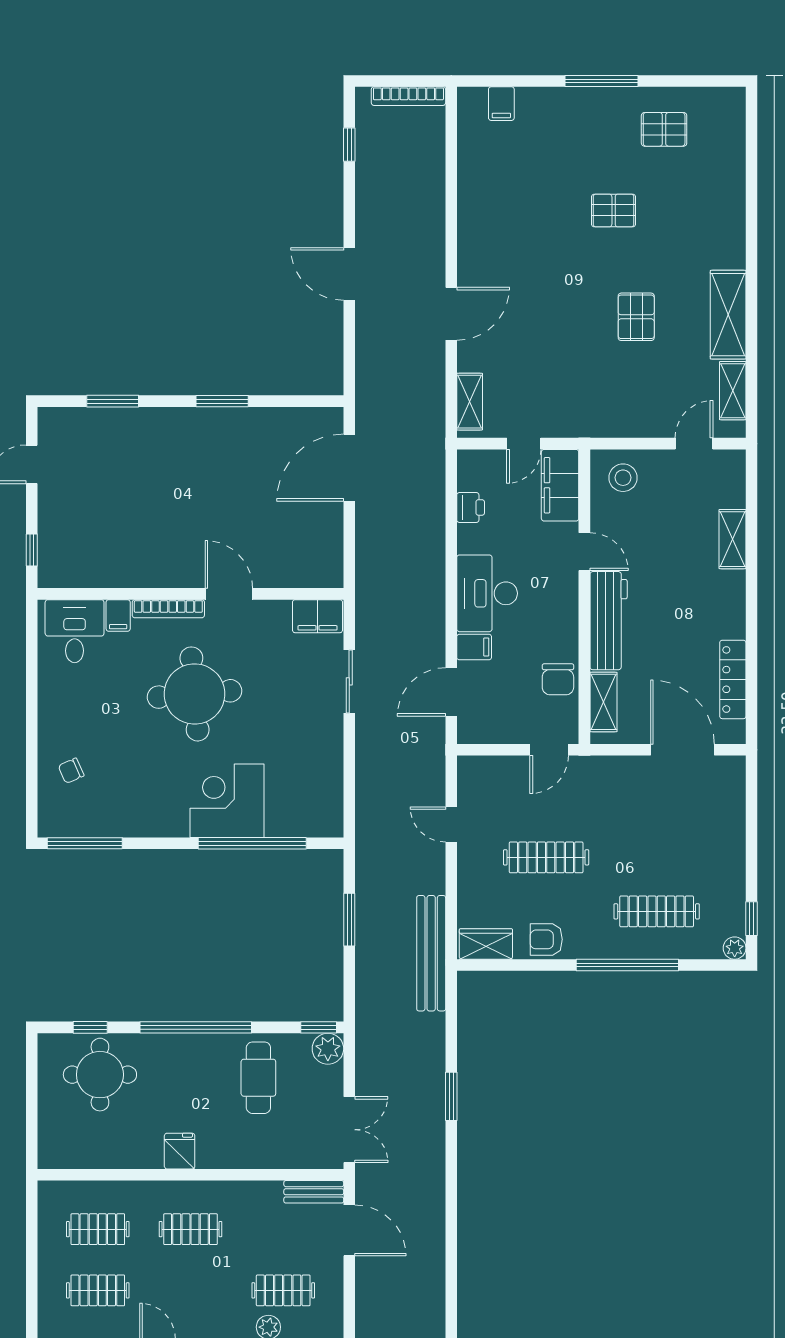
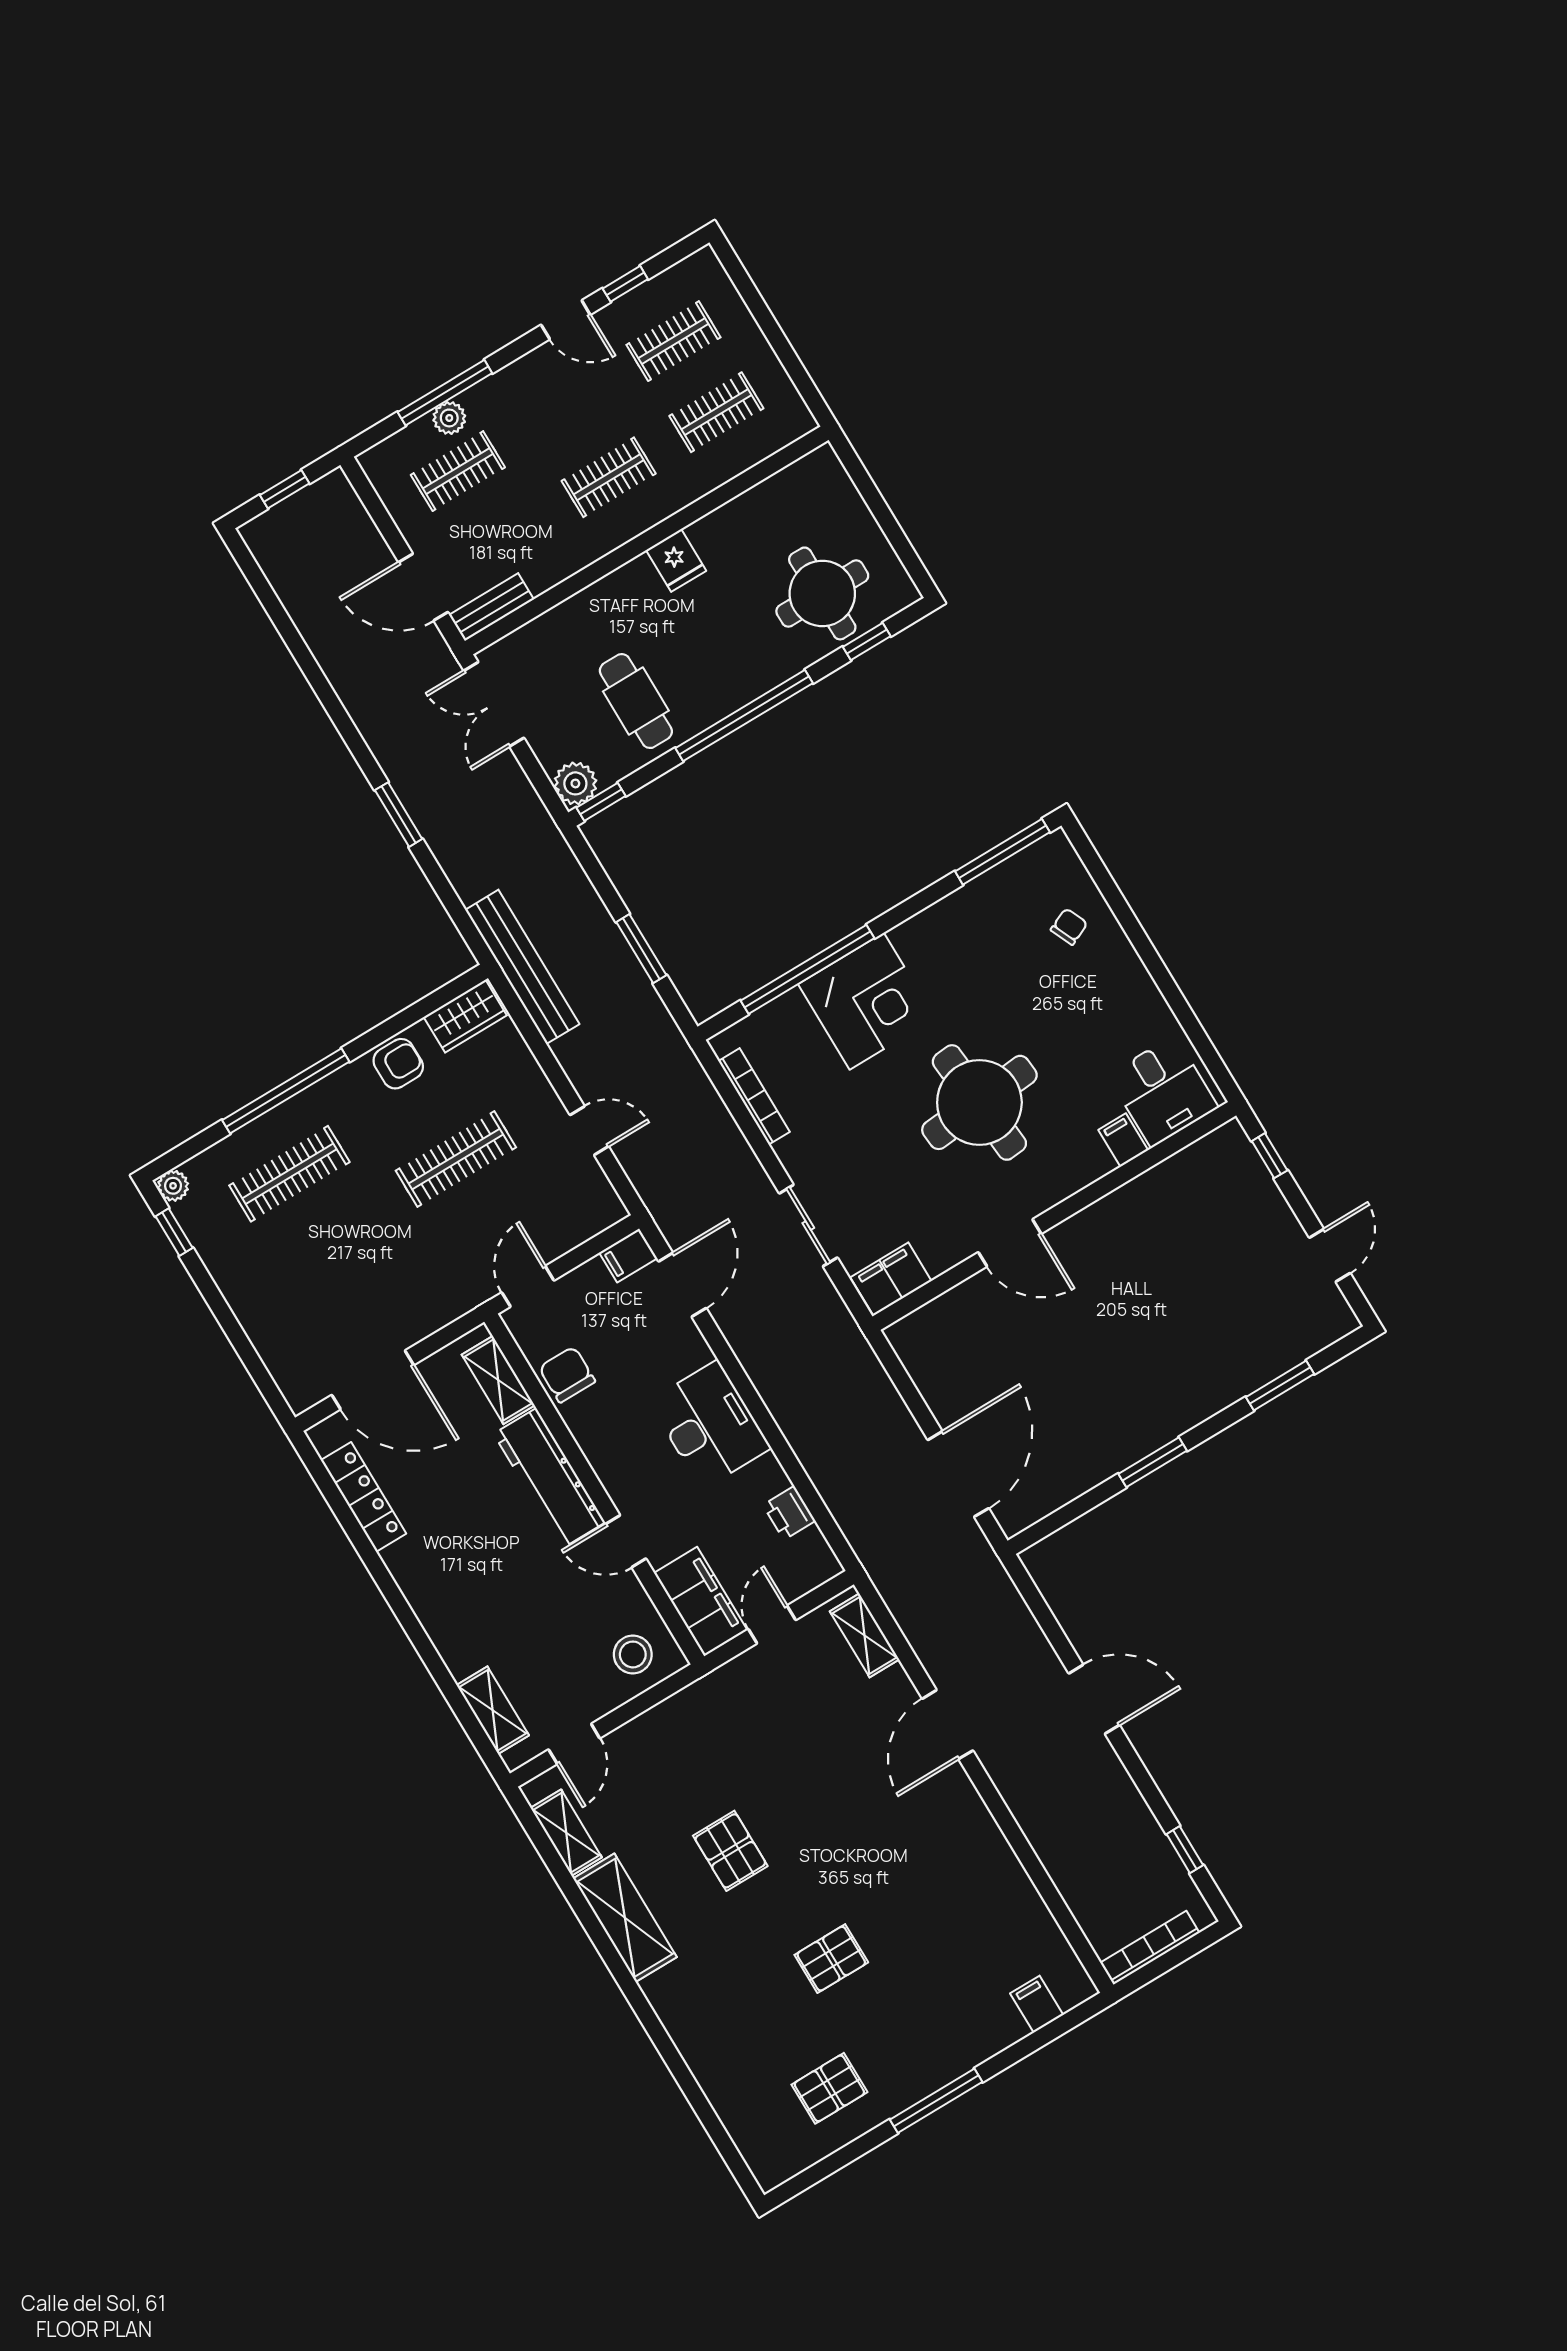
shelving: (733, 539) -> (493, 1710), moved
bookcase: (168, 609) -> (754, 1096), moved, turned 90
filing cabinet: (474, 647) -> (628, 1255), moved

